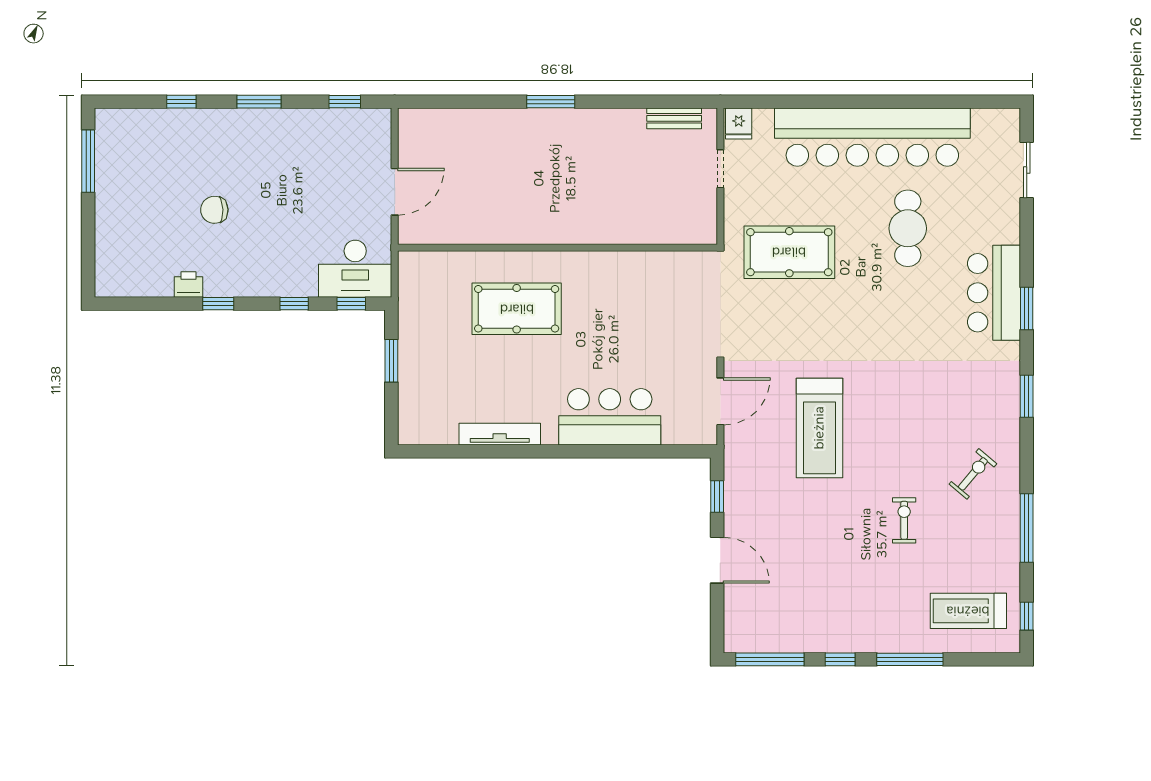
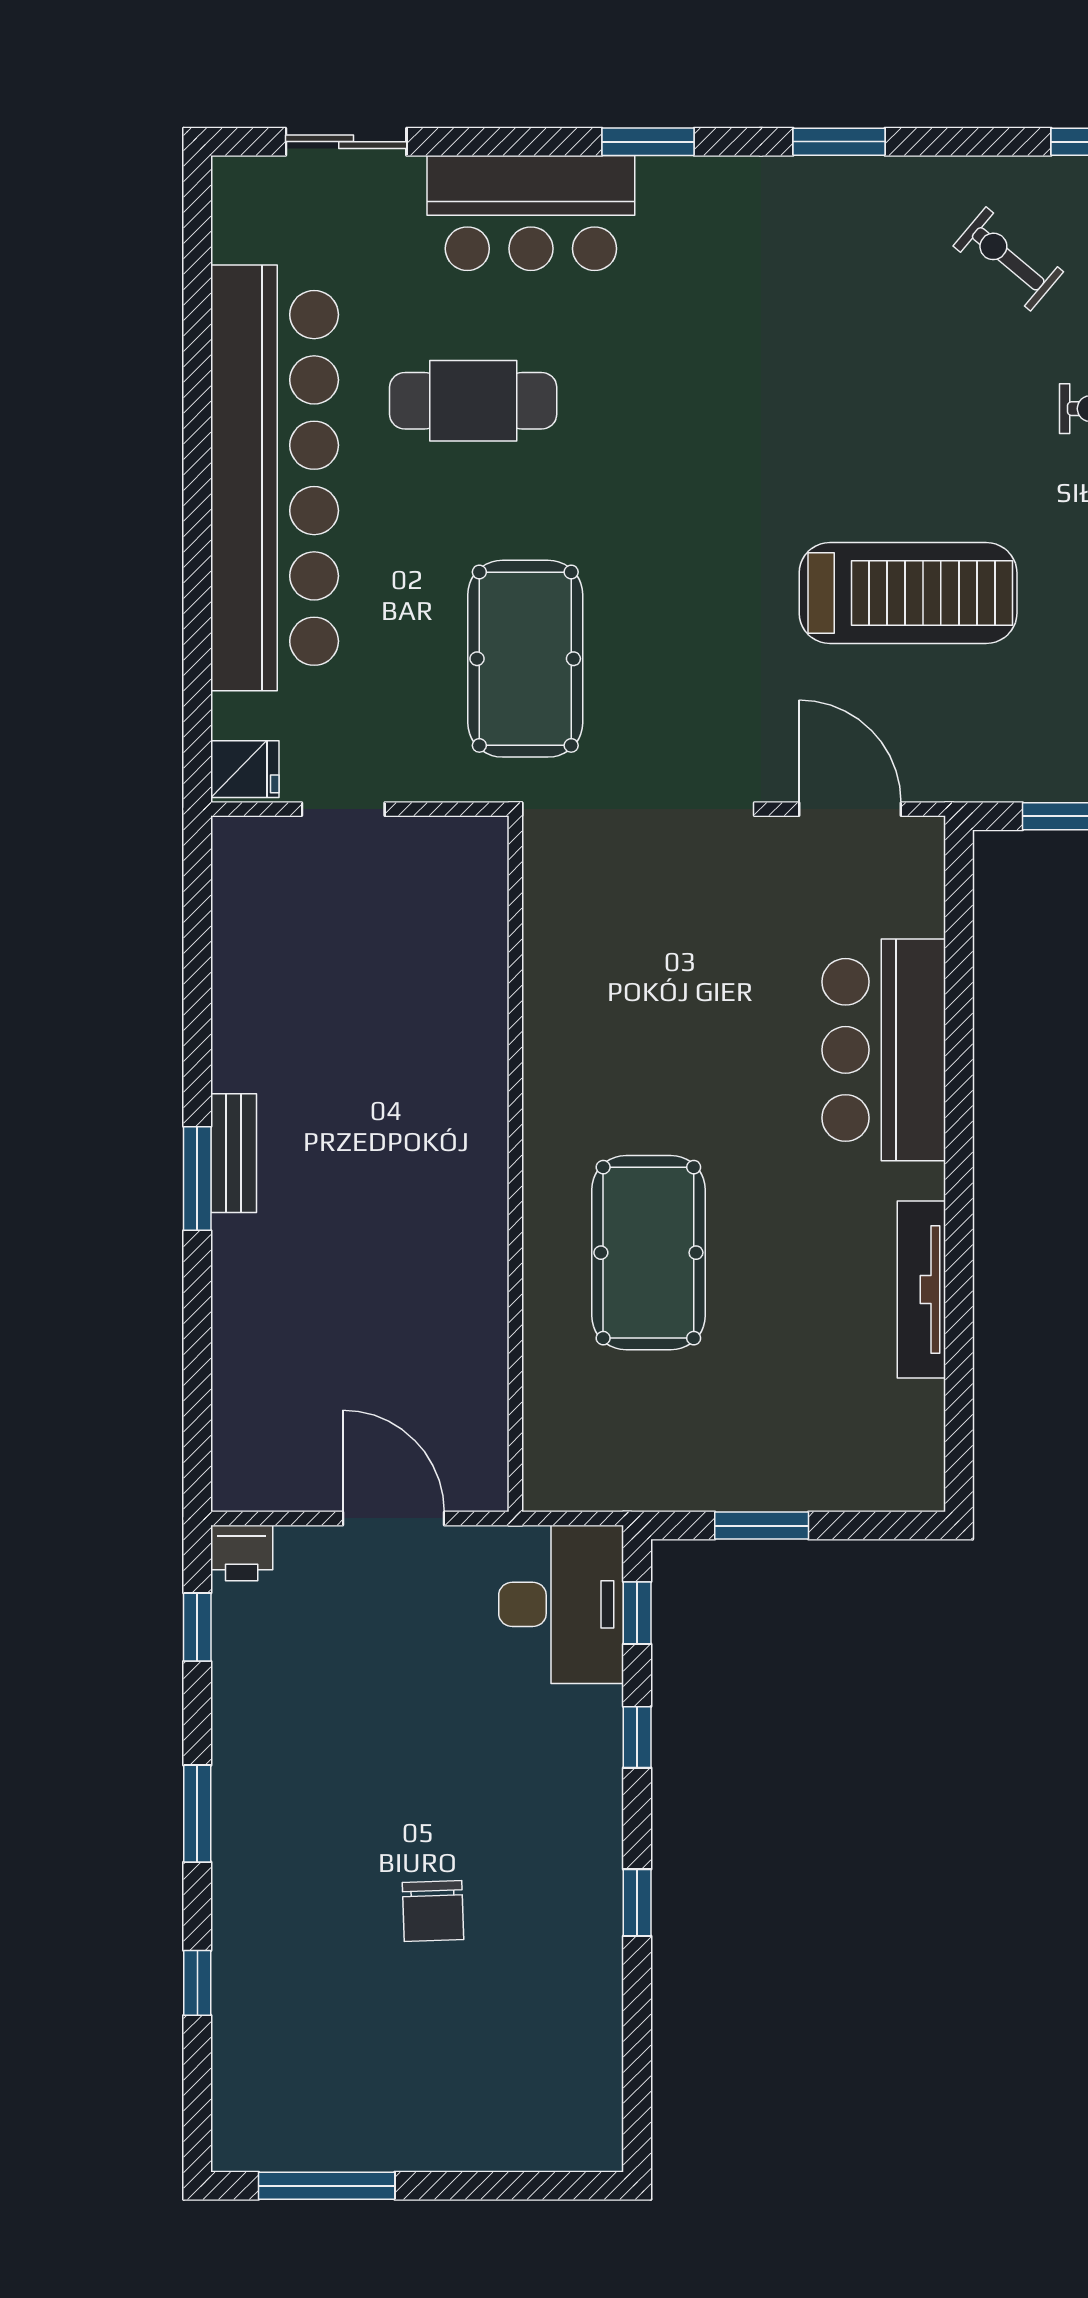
bench: (674, 118) -> (234, 1153), moved
printer: (189, 284) -> (242, 1553), moved, turned -90
bar counter: (994, 293) -> (531, 213), moved

